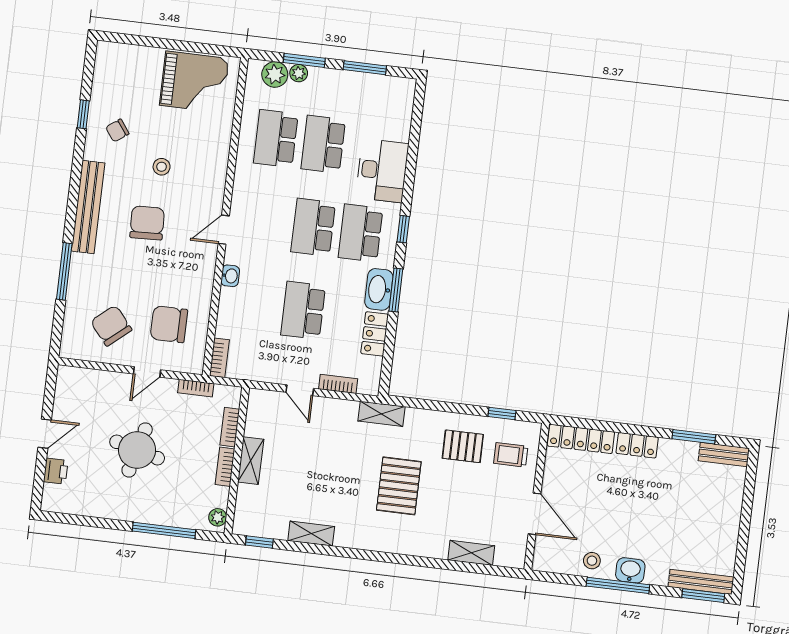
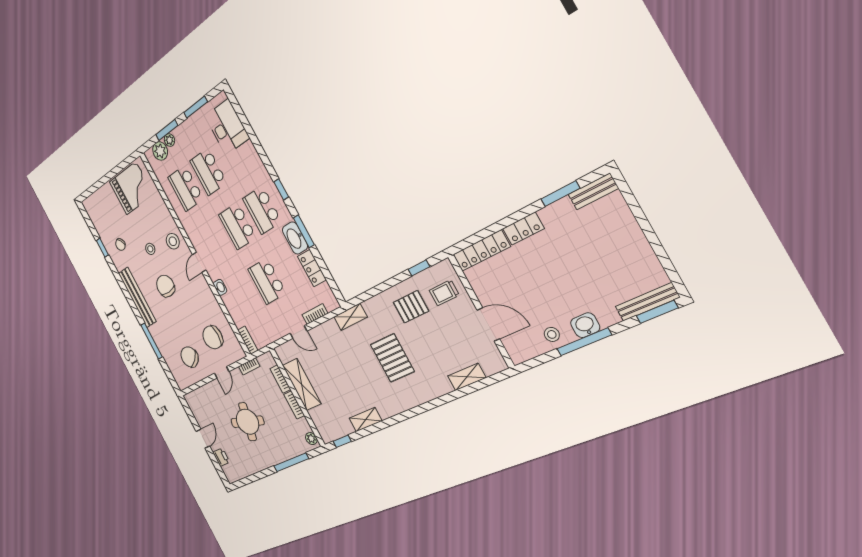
desk: (382, 171) -> (227, 127), moved
stool: (205, 181) -> (173, 241), added
shelving: (251, 461) -> (302, 384), width x1.50, depth x1.33

